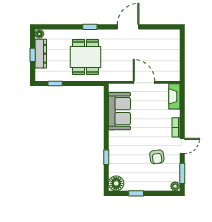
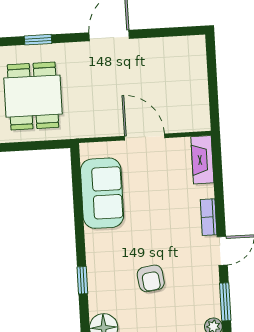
armchair: (157, 157) -> (151, 278), moved

